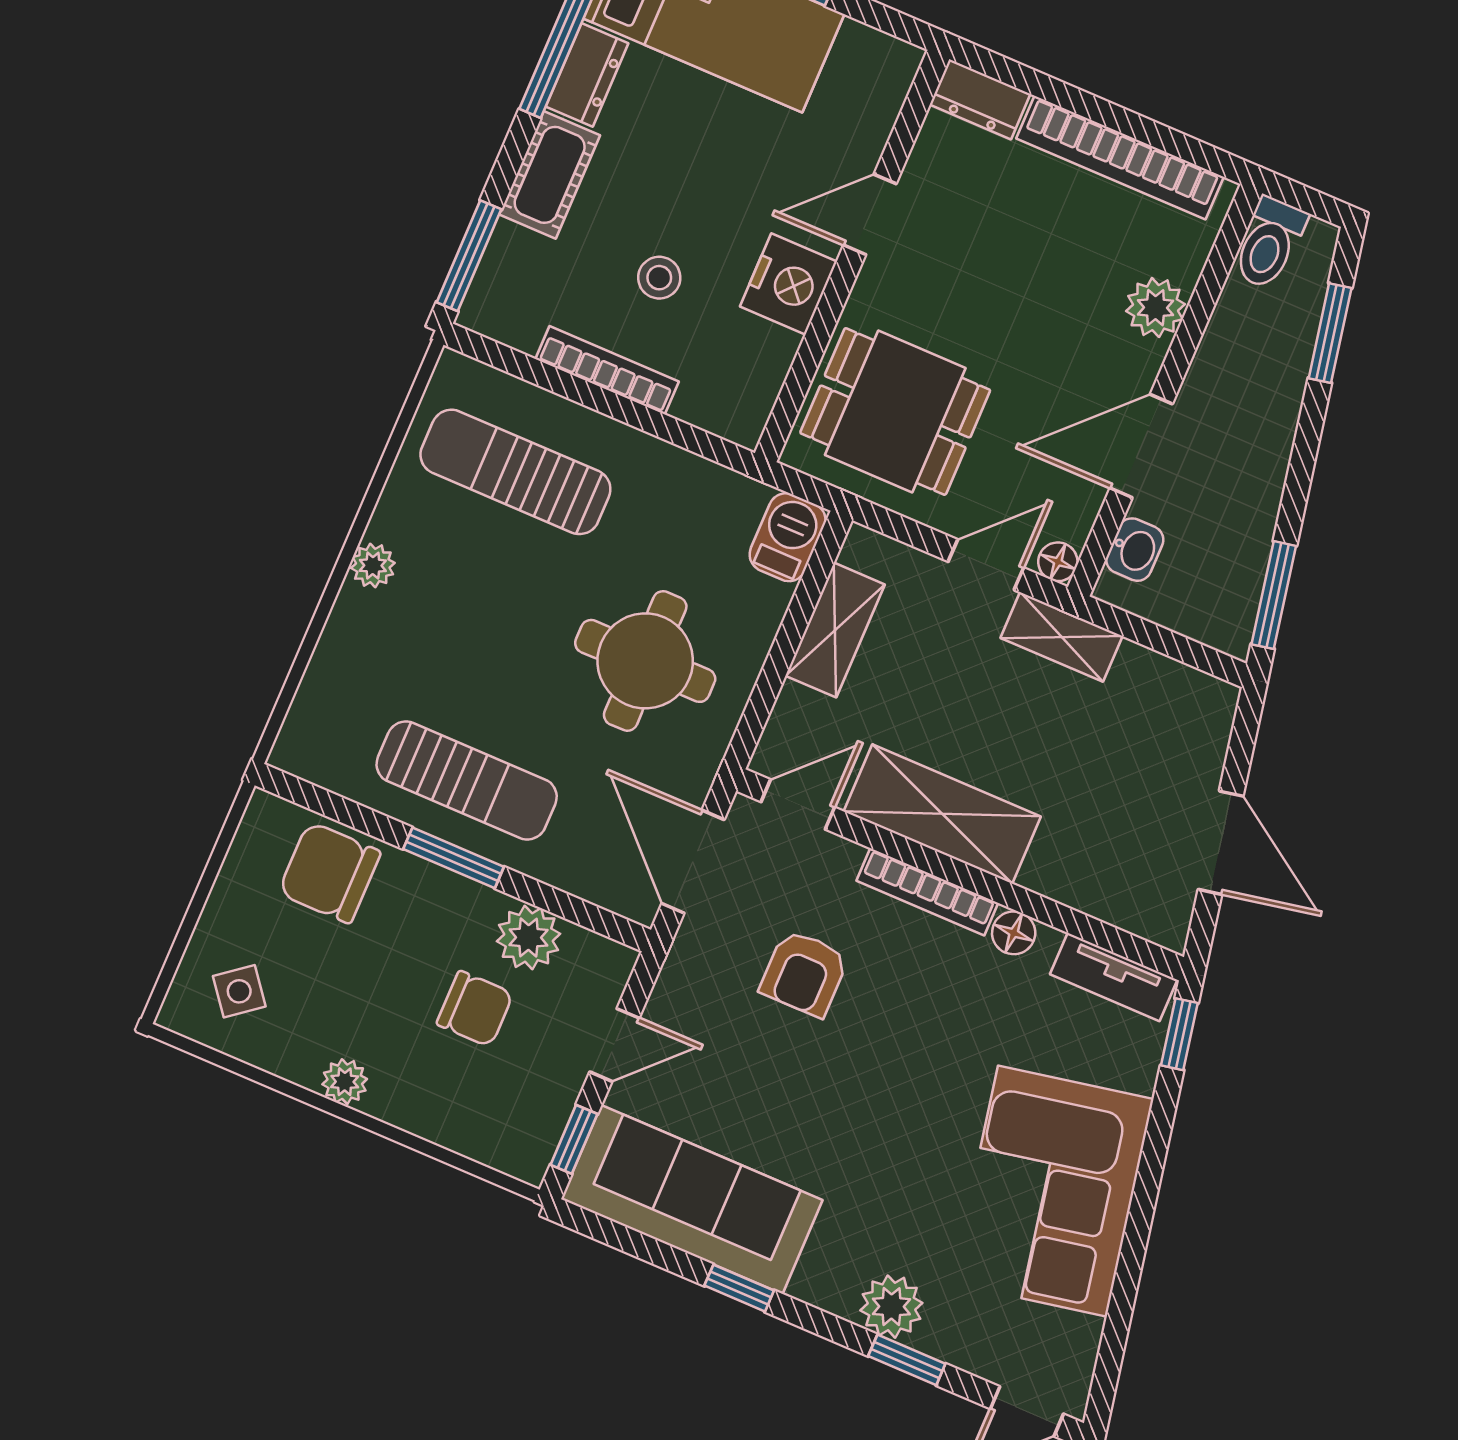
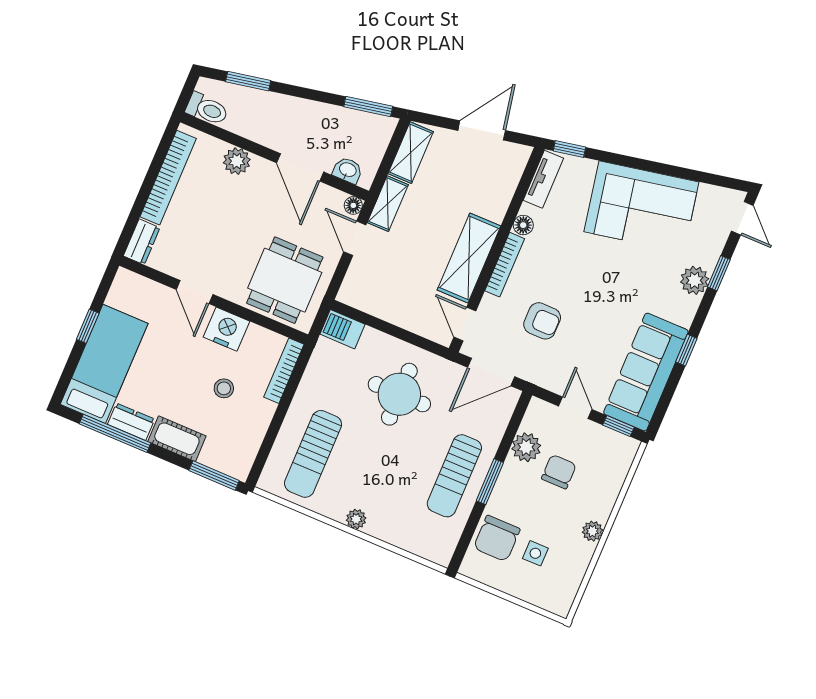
bookcase: (607, 370) -> (284, 371), moved
shelving: (835, 630) -> (411, 153), moved, turned 90
sun lounger: (467, 780) -> (454, 476), turned 180
side table: (239, 991) -> (535, 553), moved, turned 38

